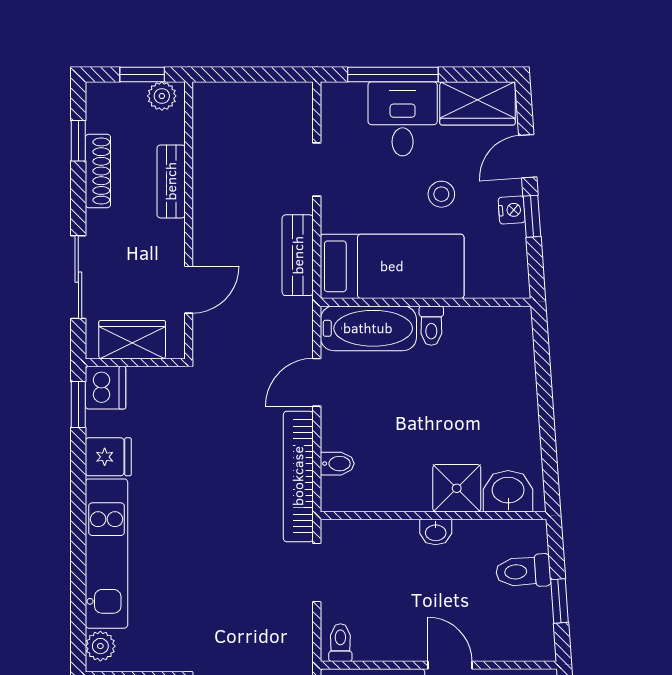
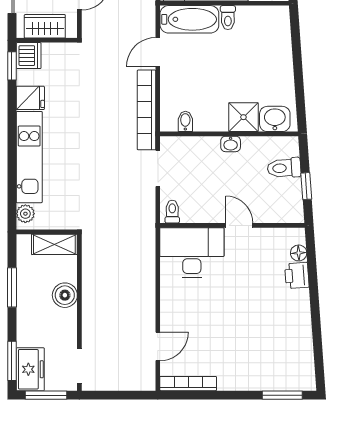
bidet: (337, 464) -> (185, 121), moved, turned -90

